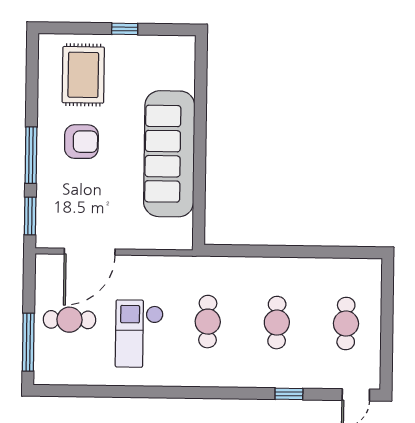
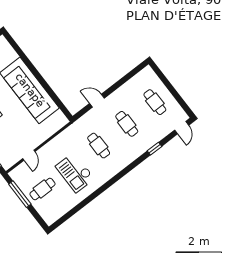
door: (259, 251) -> (97, 101), added
door: (90, 252) -> (29, 155), width x0.53
window: (28, 342) -> (20, 194), moved

